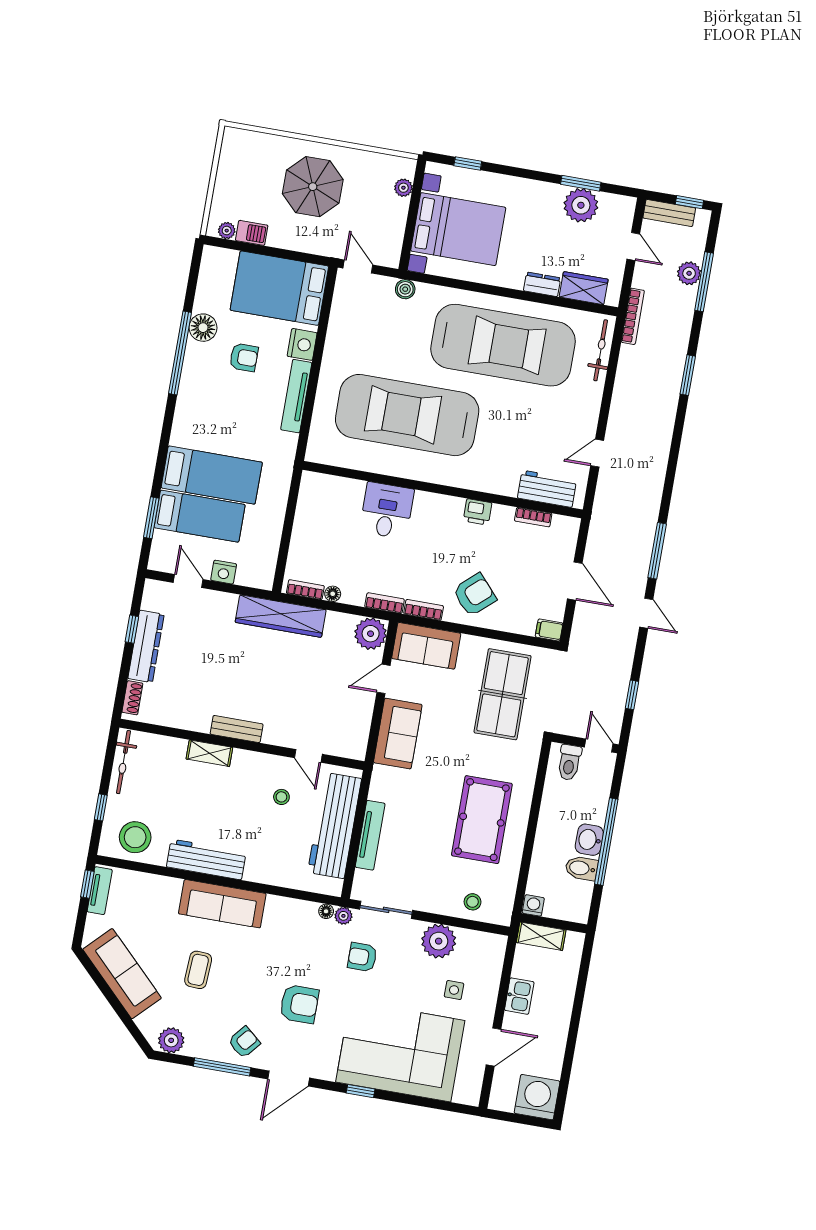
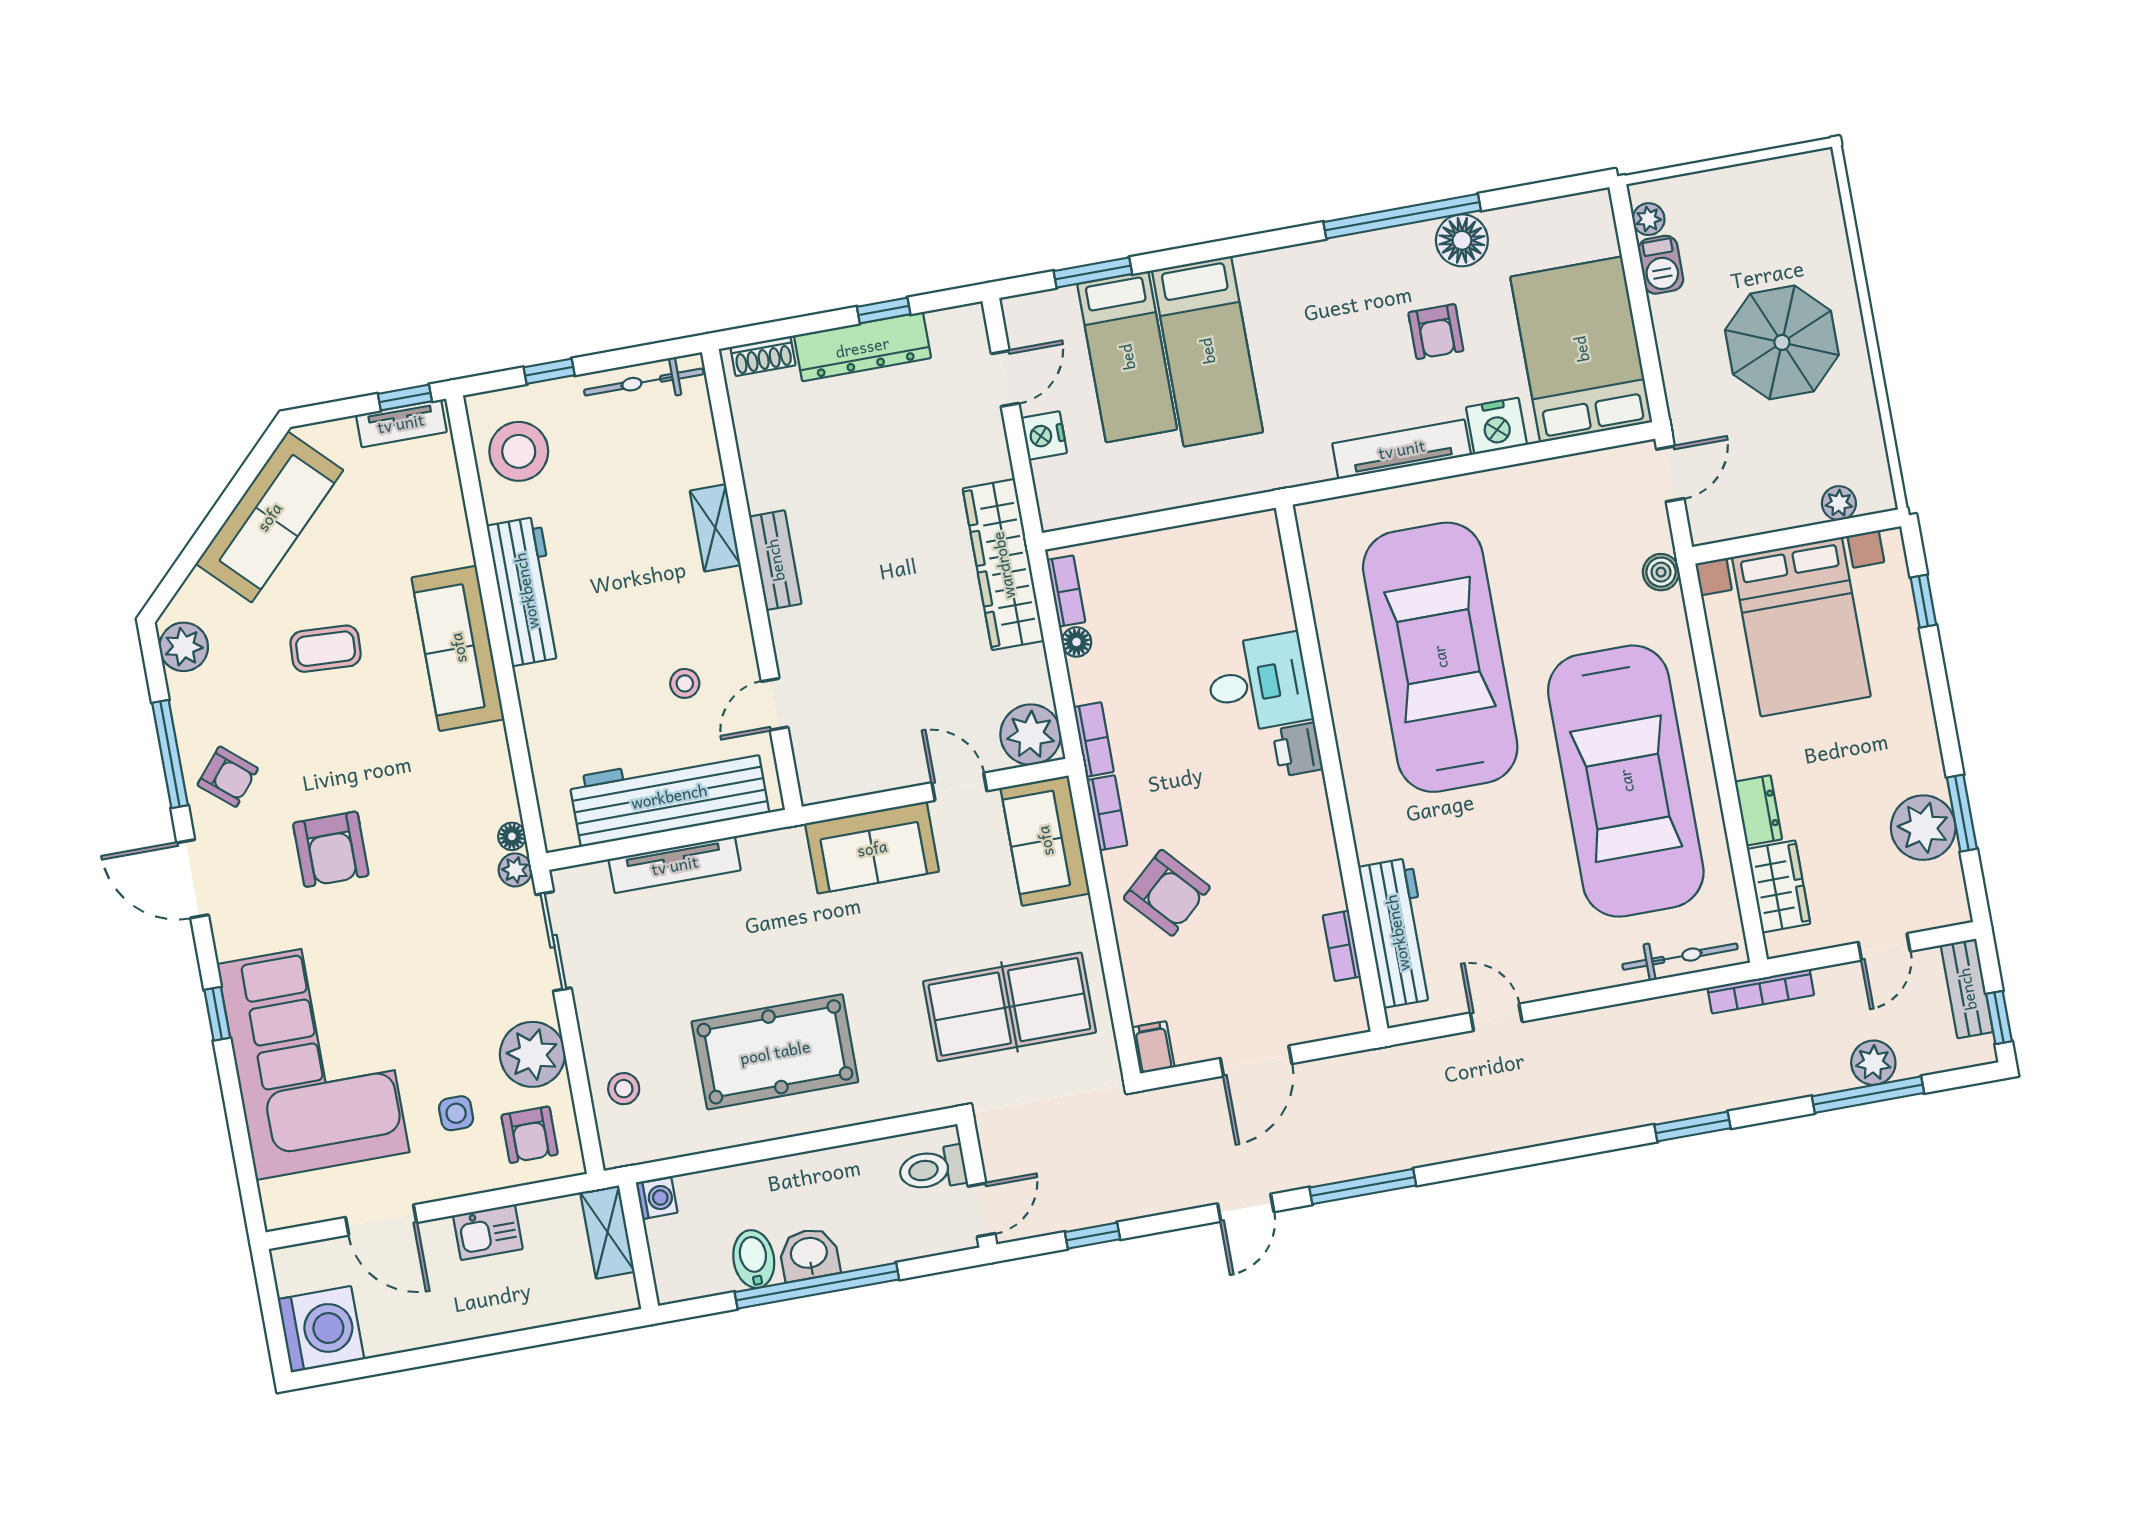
workbench: (547, 489) -> (1397, 933), width x1.37
printer: (477, 512) -> (1298, 750), moved
armchair: (362, 957) -> (530, 1135), moved, turned 180

